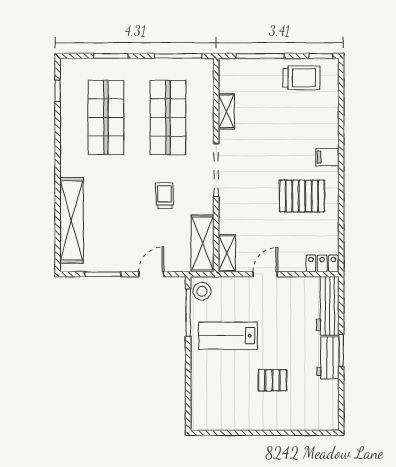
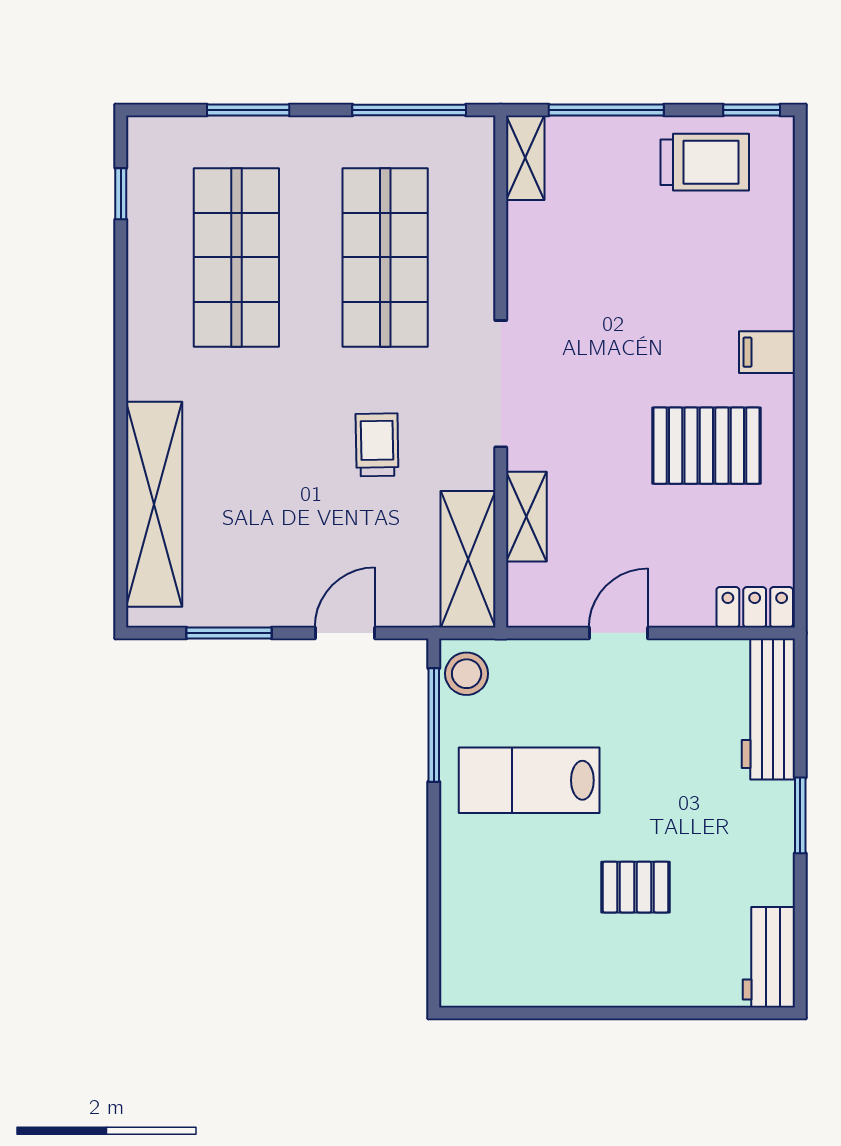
shelving: (226, 111) -> (525, 158), moved
shelving: (227, 253) -> (526, 517), moved
workbench: (328, 358) -> (769, 957), moved

